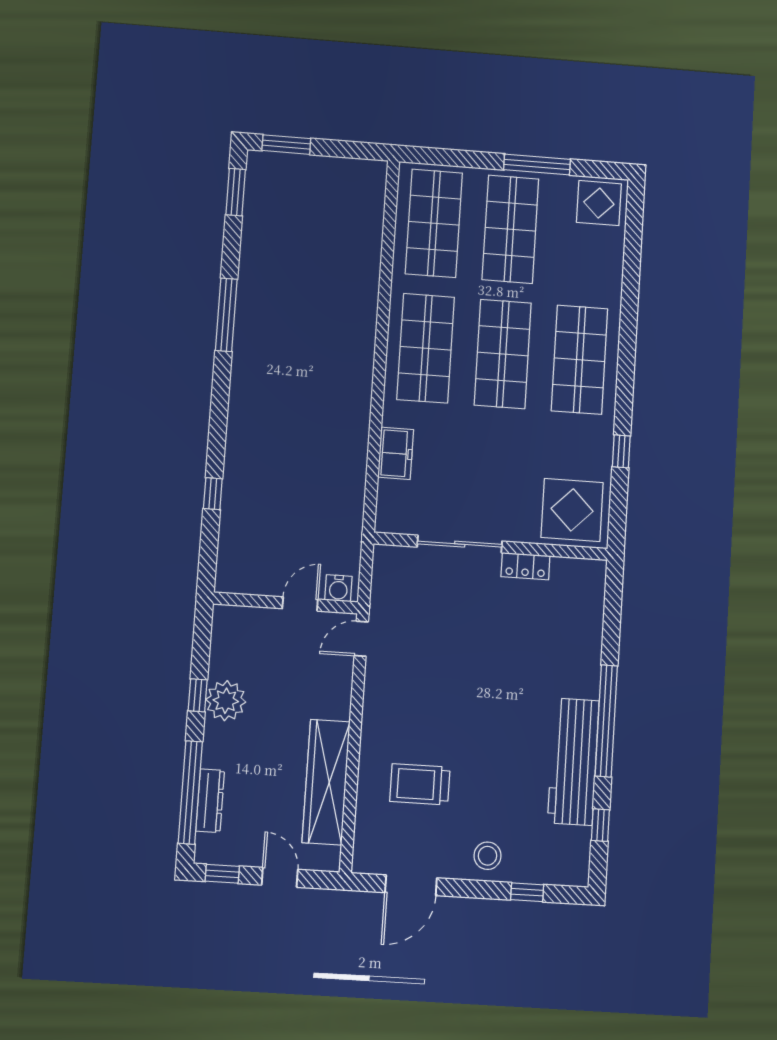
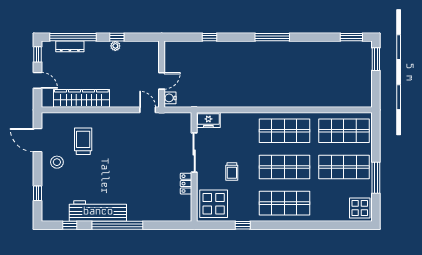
window: (226, 315) -> (272, 37), moved
freezer: (396, 453) -> (208, 120), moved
trolley: (506, 466) -> (232, 172), added
door: (300, 604) -> (162, 81), hinge flipped
plant: (226, 701) -> (115, 46), width x0.53, depth x0.53
stool: (488, 856) -> (57, 162), moved
door: (280, 877) -> (38, 80), hinge flipped

